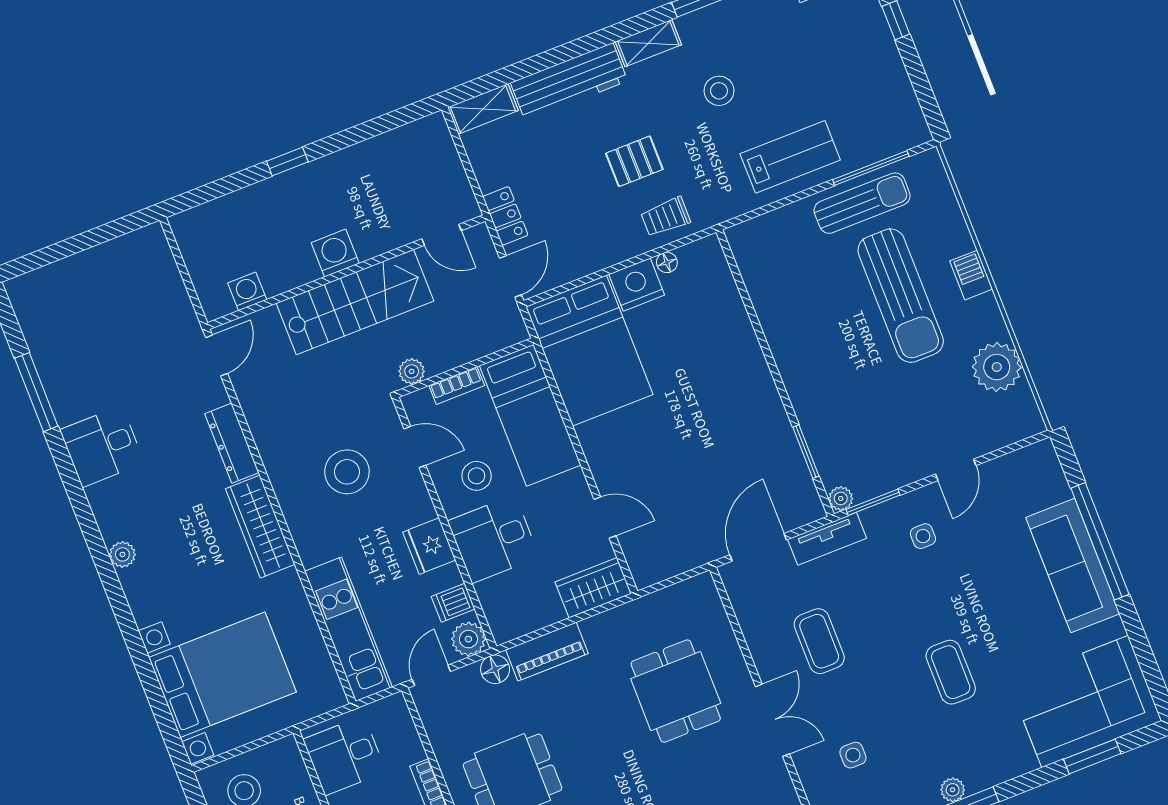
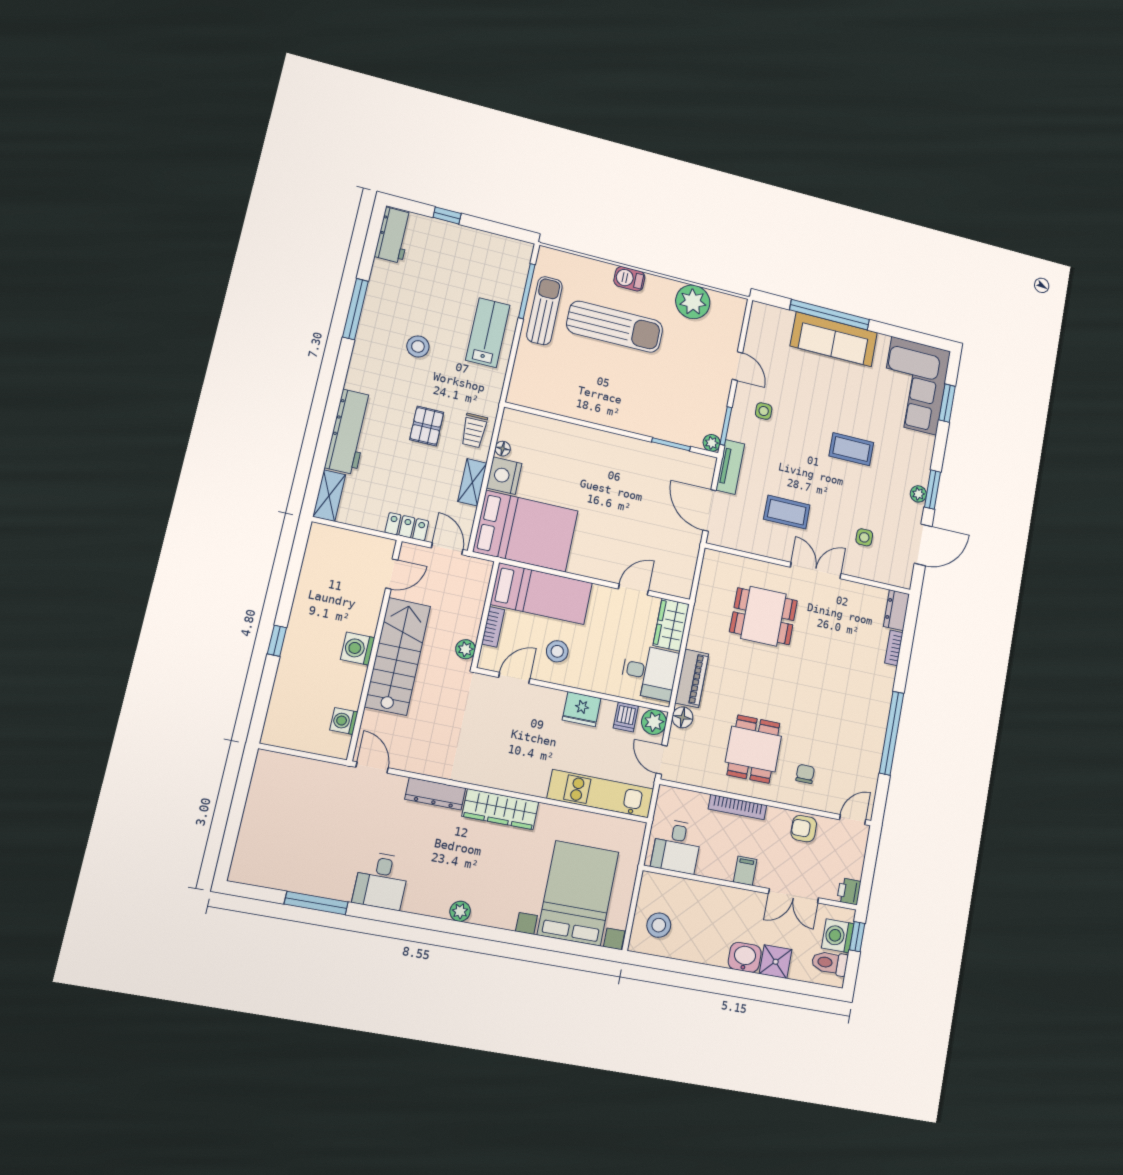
shelving: (648, 43) -> (472, 482), moved
stool: (347, 472) -> (502, 731), removed
desk: (494, 539) -> (649, 672), moved, turned -90

